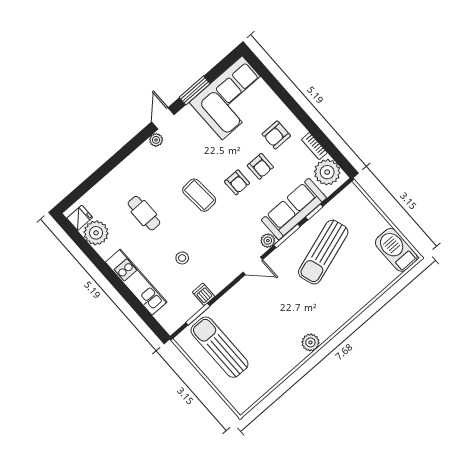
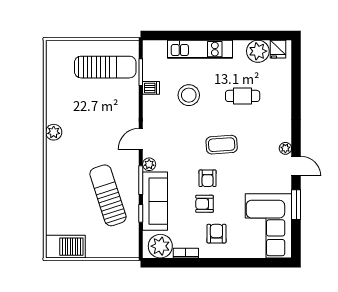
armchair: (237, 182) -> (208, 178), turned -90
stool: (182, 258) -> (189, 95), width x1.89, depth x1.89

